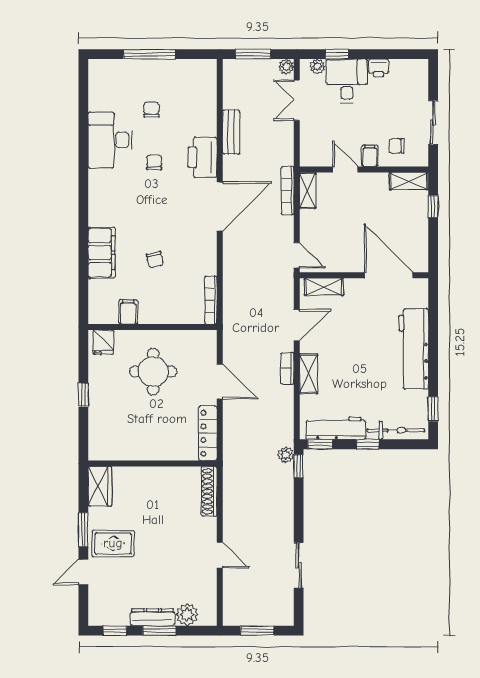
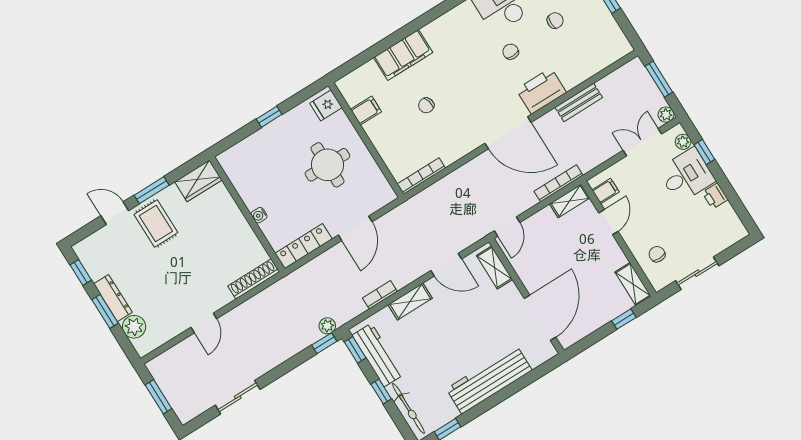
filing cabinet: (370, 156) -> (605, 191), moved
chair: (154, 162) -> (511, 52), turned -90
bookcase: (287, 368) -> (380, 295), moved
water cooler: (159, 454) -> (259, 215), added

